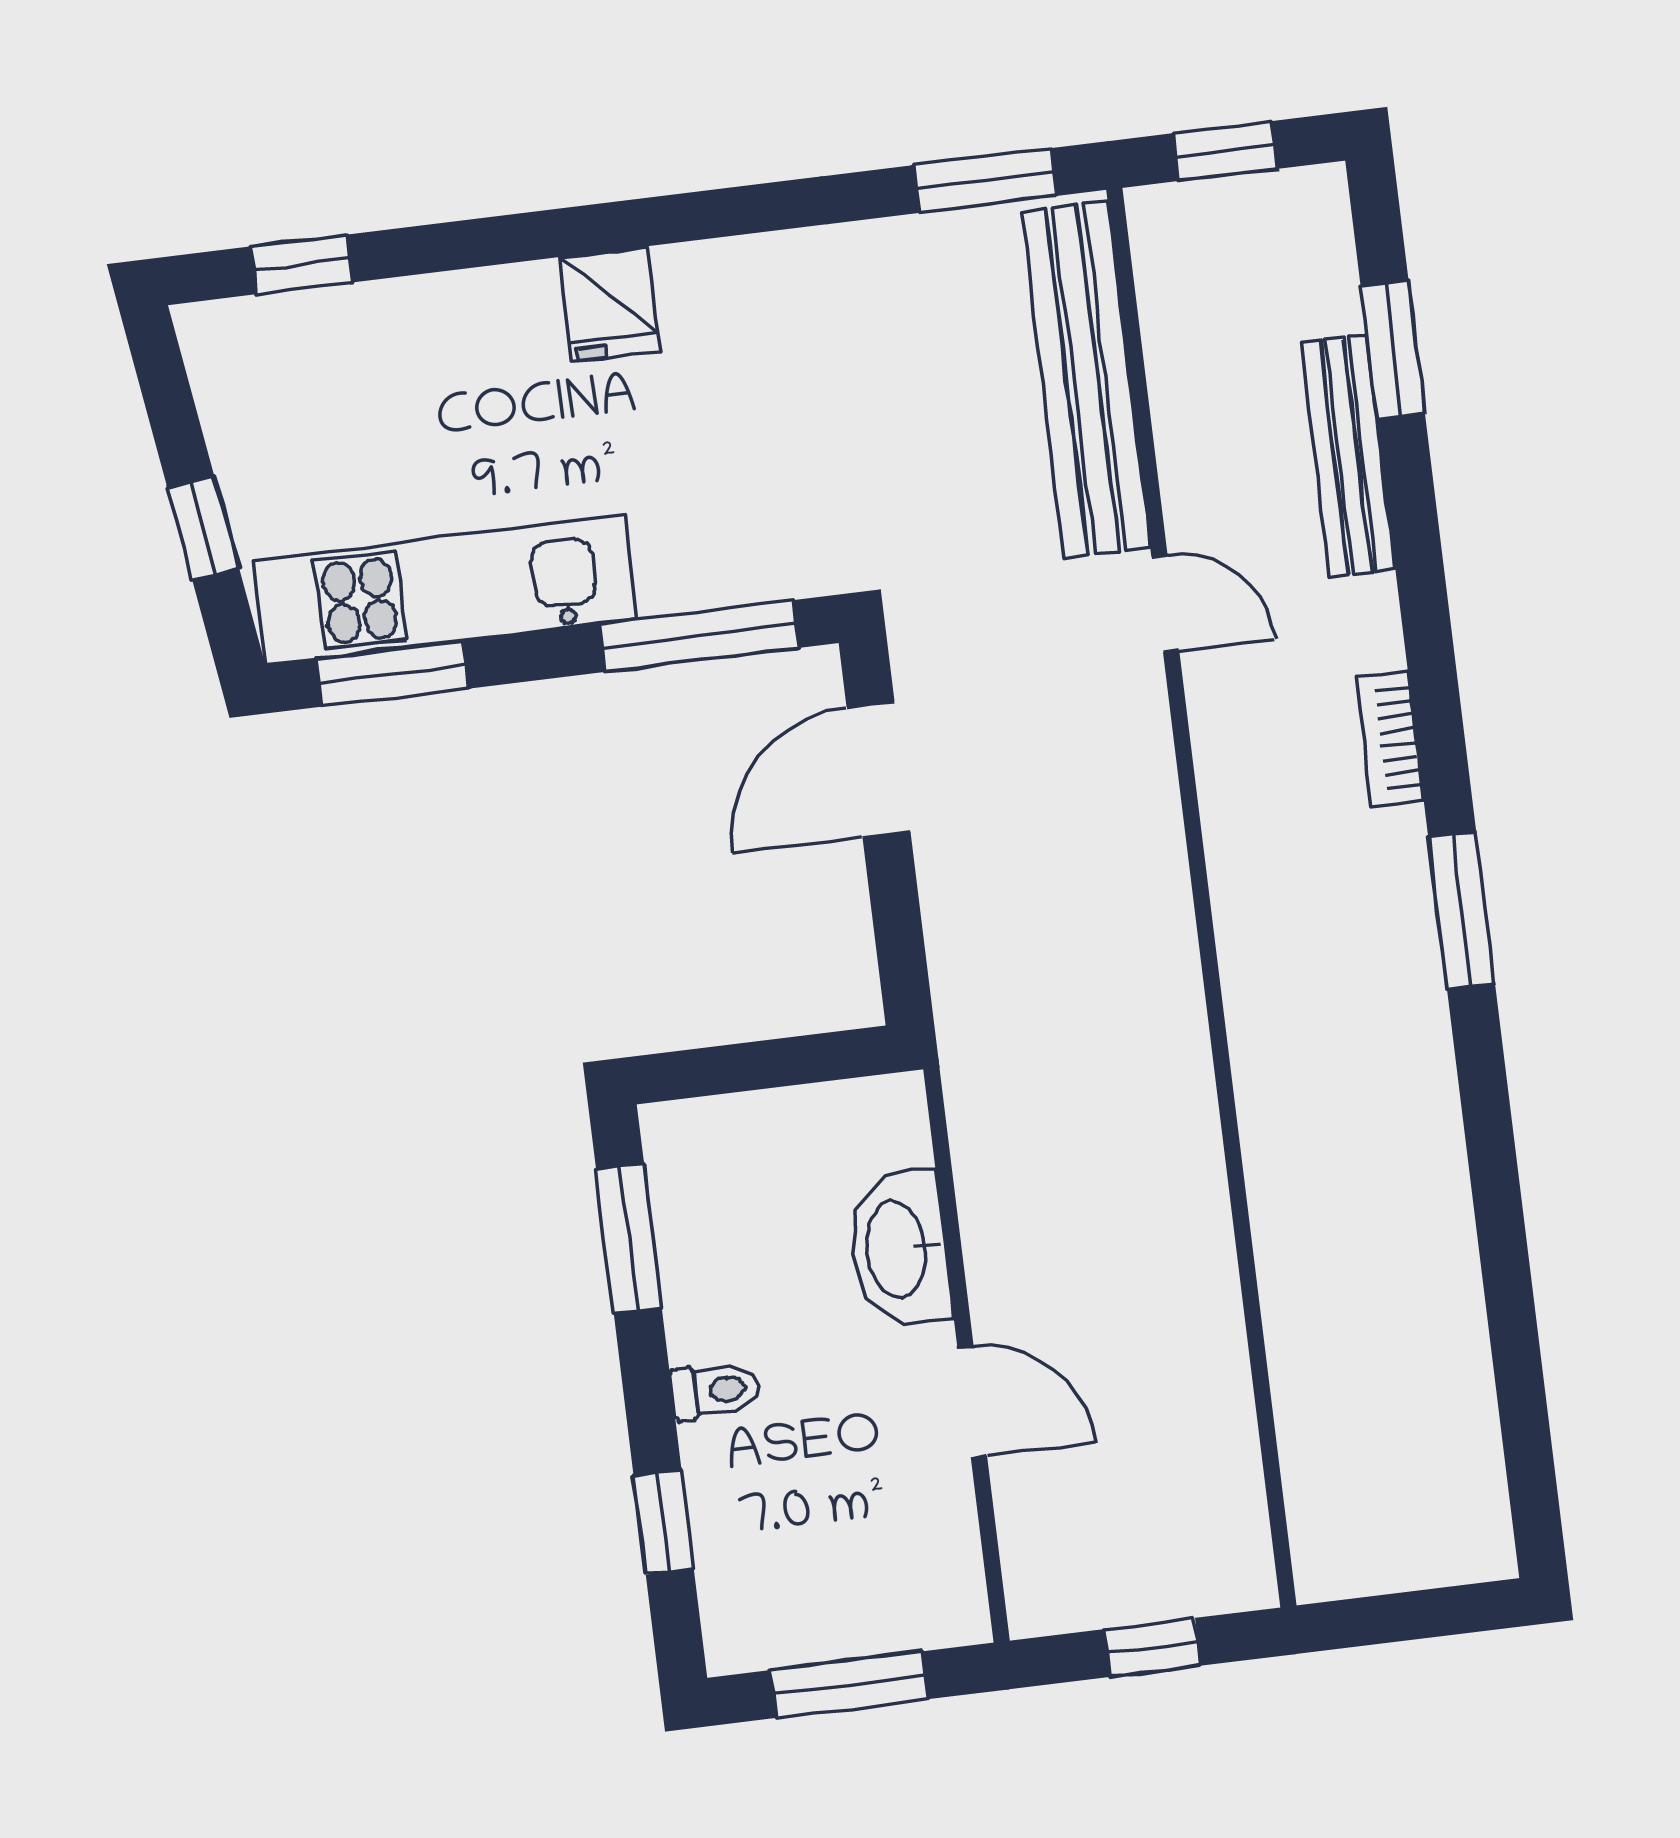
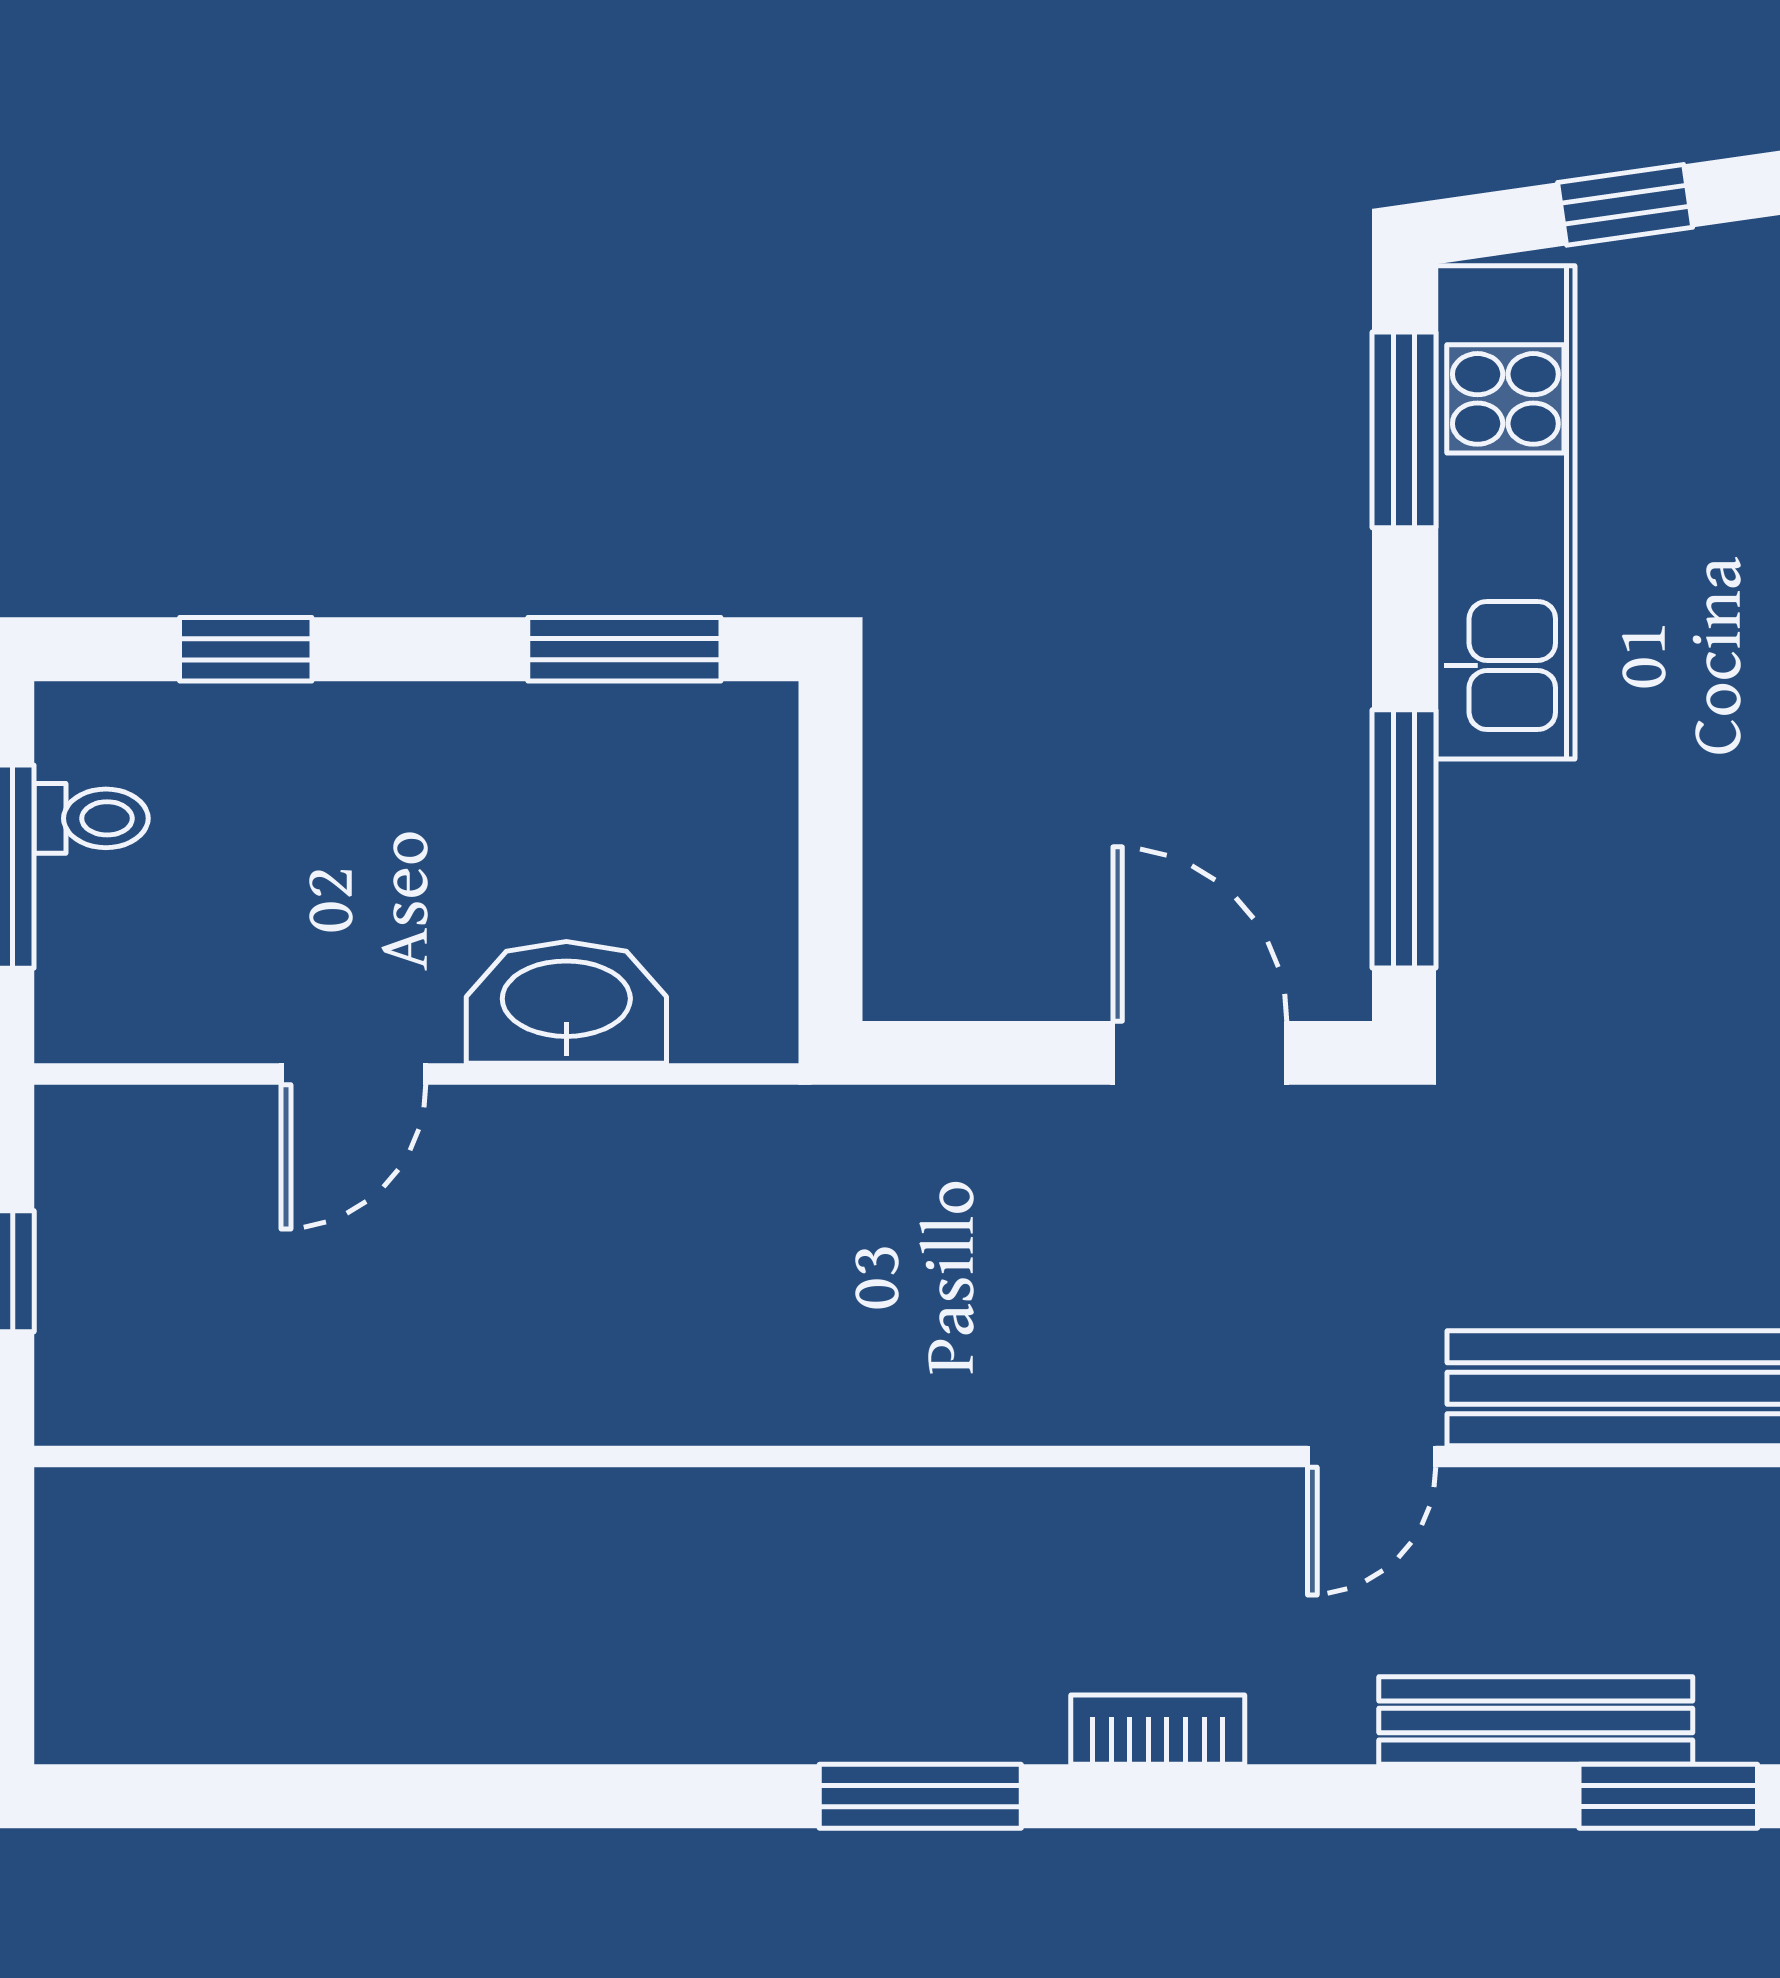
toilet: (715, 1391) -> (91, 818), moved, turned -90

